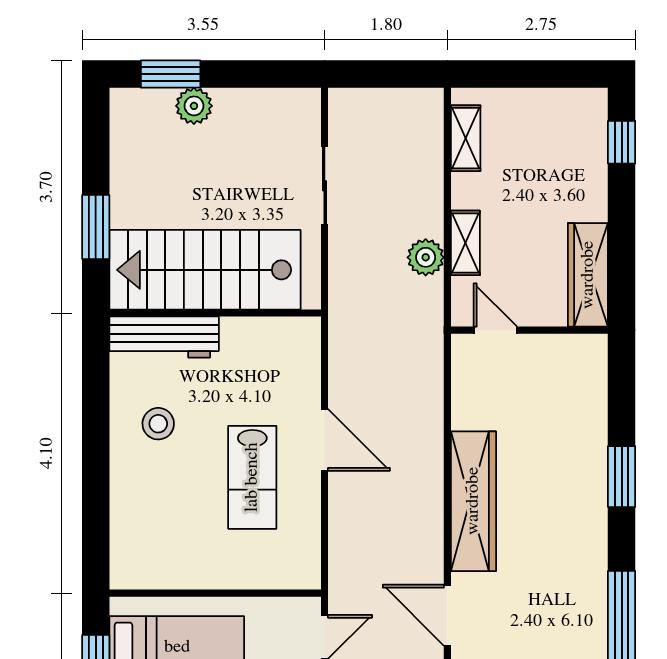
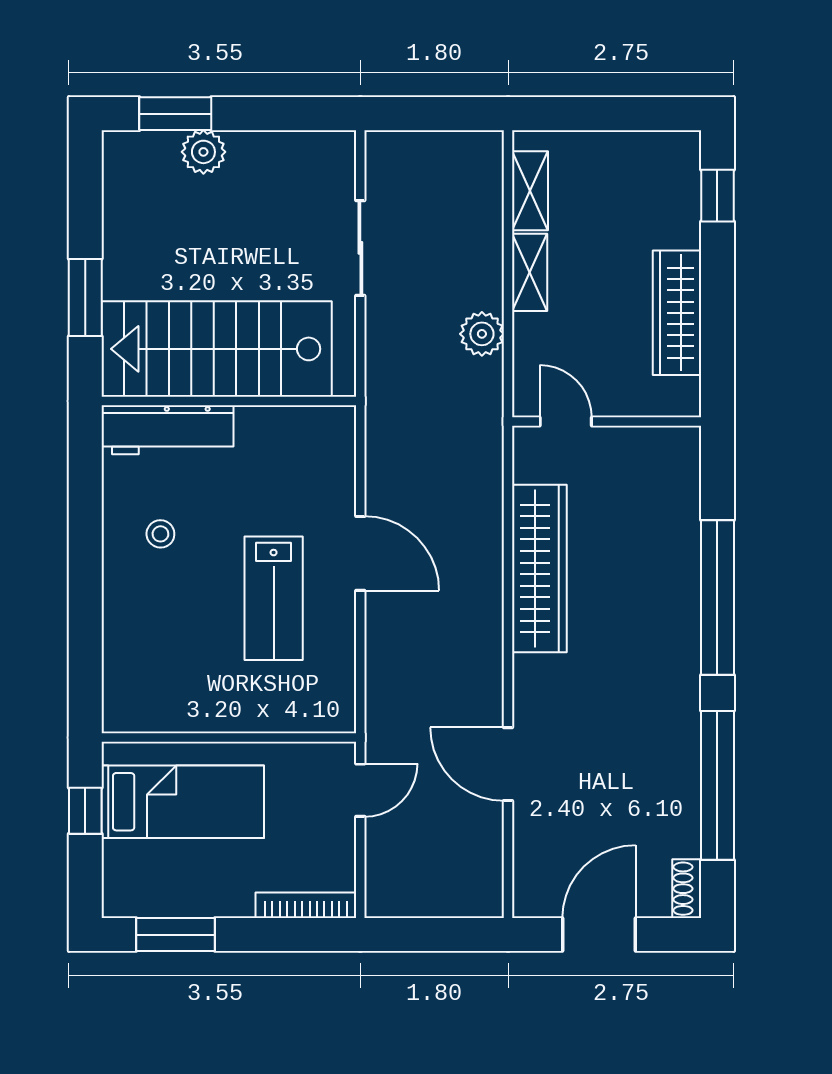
shelving: (465, 243) -> (530, 272), moved
wardrobe: (588, 275) -> (677, 313), moved
stool: (158, 424) -> (160, 534), width x0.73, depth x0.73
window: (622, 477) -> (717, 597), width x2.11
wardrobe: (473, 501) -> (539, 568), moved

